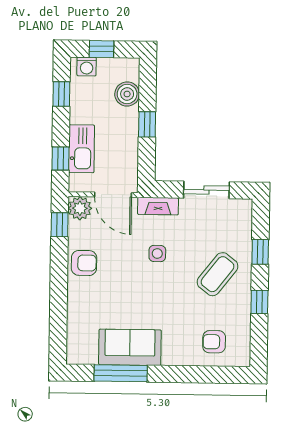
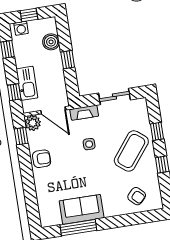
coffee table: (217, 274) -> (131, 151), width x1.36, depth x1.32
armchair: (214, 342) -> (137, 196), turned -136

